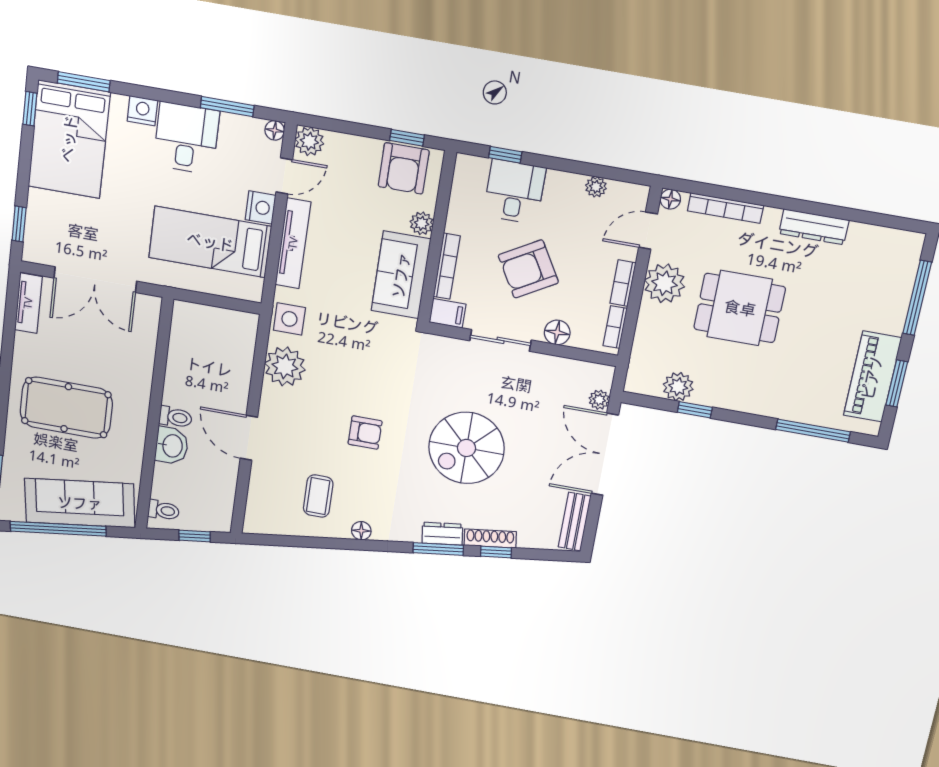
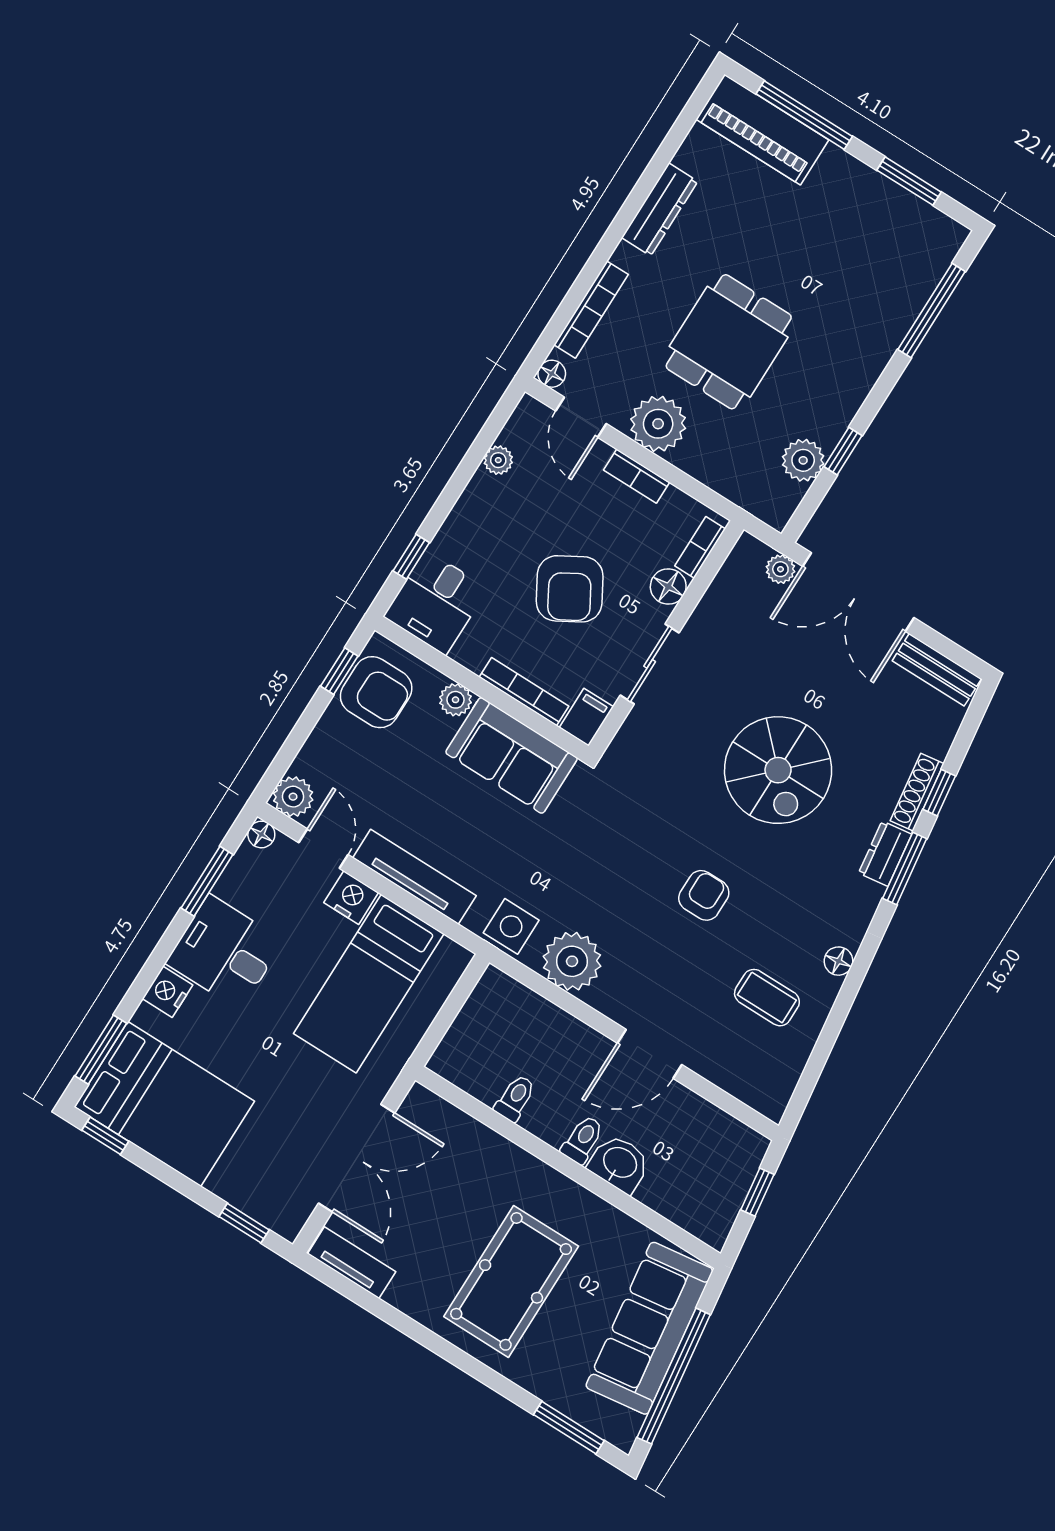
desk: (514, 192) -> (436, 602), moved, turned -90
bookcase: (615, 327) -> (700, 547), moved, turned 90
piano: (872, 377) -> (762, 130), moved
toilet: (164, 510) -> (515, 1098), moved

